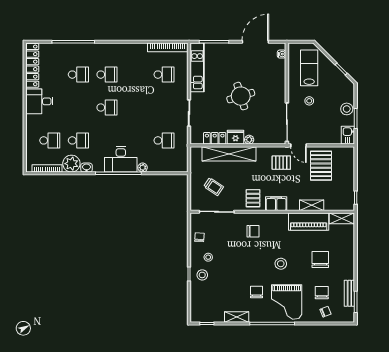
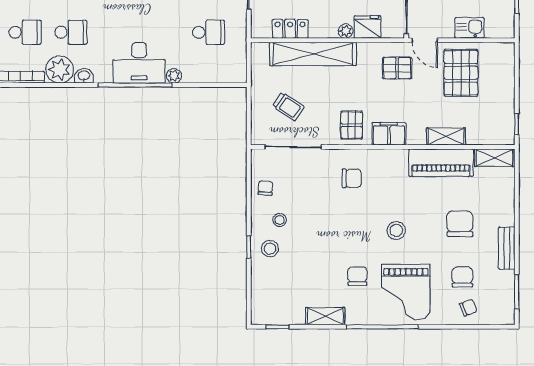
kitchen sink: (348, 135) -> (469, 28), moved, turned 90
fridge: (236, 137) -> (367, 27), moved
bench: (349, 293) -> (507, 248), moved

